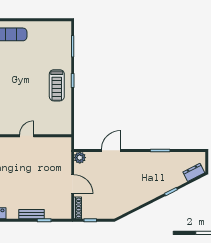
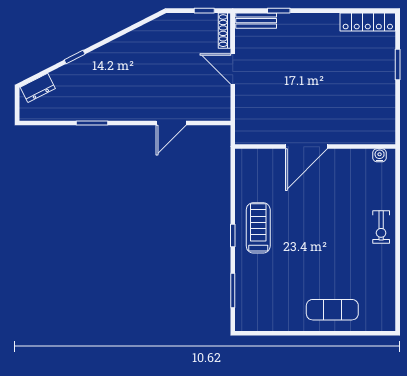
door: (27, 136) -> (306, 147), width x1.88
plant: (80, 158) -> (221, 112), removed
bench: (31, 214) -> (256, 21), moved

